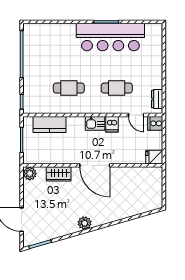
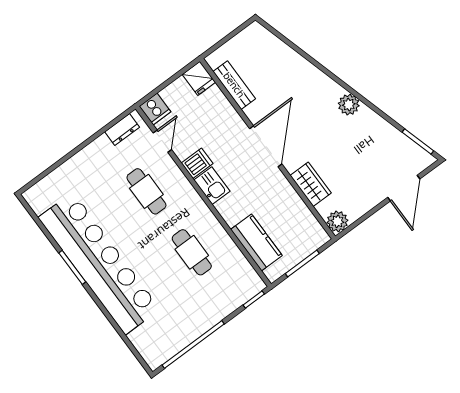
bar counter: (110, 37) -> (99, 263), width x1.36
bench: (138, 172) -> (234, 85), added

